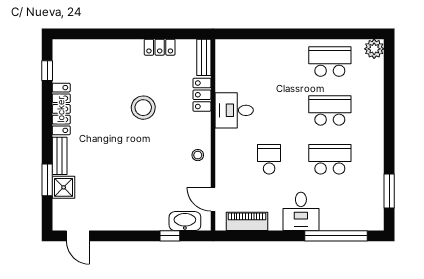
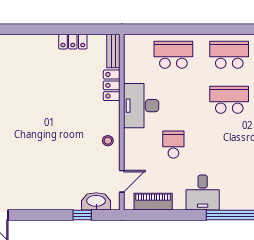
stool: (143, 108) -> (58, 97), removed
desk: (234, 110) -> (141, 106), width x1.37
school desk: (330, 159) -> (173, 55), moved
door: (213, 199) -> (122, 181), swing flipped

